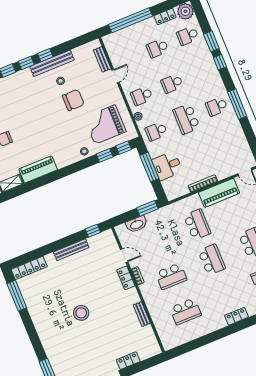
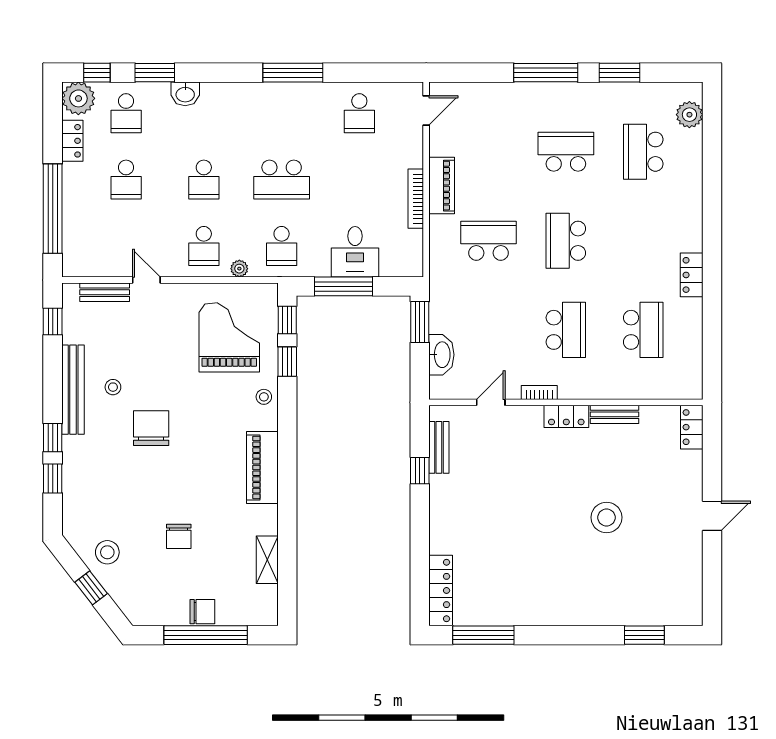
window: (45, 55) -> (53, 321), moved
washbasin: (207, 59) -> (185, 94), added
window: (220, 62) -> (97, 73), moved
chair: (73, 100) -> (151, 428), moved
school desk: (217, 107) -> (359, 113), moved
grand piano: (105, 124) -> (229, 337), turned 180
piano: (38, 169) -> (262, 467), moved
piano: (219, 193) -> (442, 186), width x0.73, depth x0.75
window: (93, 231) -> (420, 471), moved
bench: (71, 250) -> (439, 447), moved, width x0.73
school desk: (212, 260) -> (566, 241), turned -90
locker: (126, 278) -> (566, 416), moved
stool: (81, 313) -> (607, 517), moved
locker: (236, 316) -> (692, 275), moved
locker: (128, 361) -> (692, 427), moved

